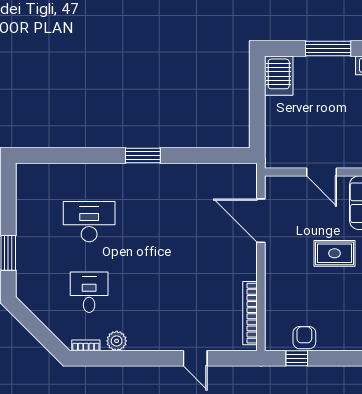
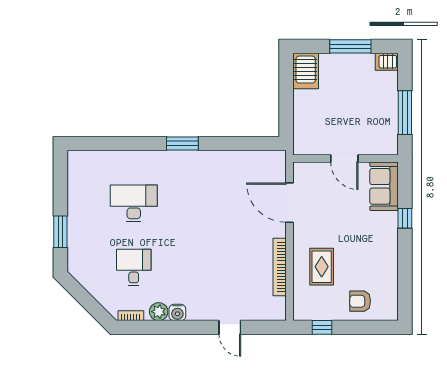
rug: (335, 253) -> (322, 267), moved, turned 90
bookcase: (250, 313) -> (280, 267), moved
armchair: (304, 338) -> (360, 301), moved, turned -90
water cooler: (137, 342) -> (177, 312), added

